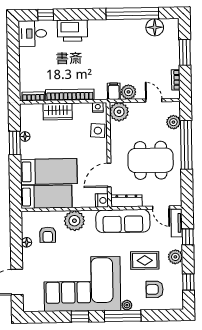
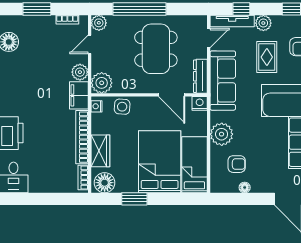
filing cabinet: (114, 91) -> (79, 95), width x2.00
plant: (173, 122) -> (99, 23), moved
floor lamp: (25, 136) -> (105, 183), moved, width x1.89, depth x1.89
bed: (49, 171) -> (160, 162), width x1.50
tv unit: (177, 223) -> (232, 21), width x1.41

